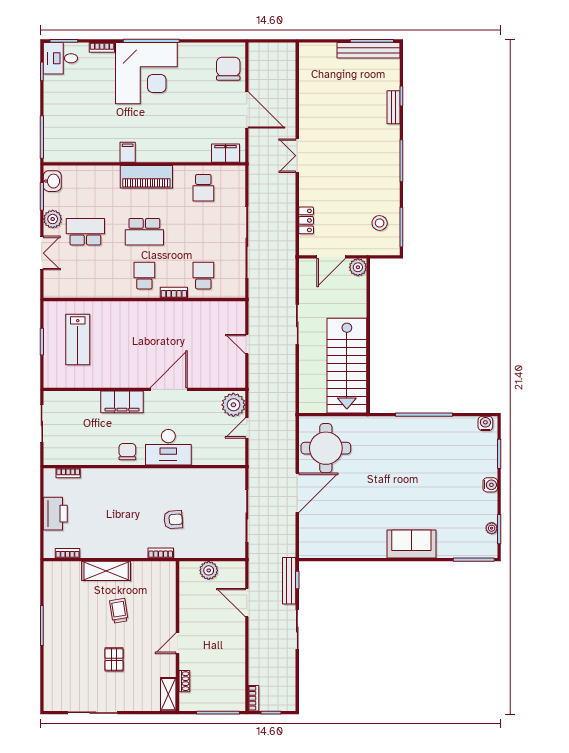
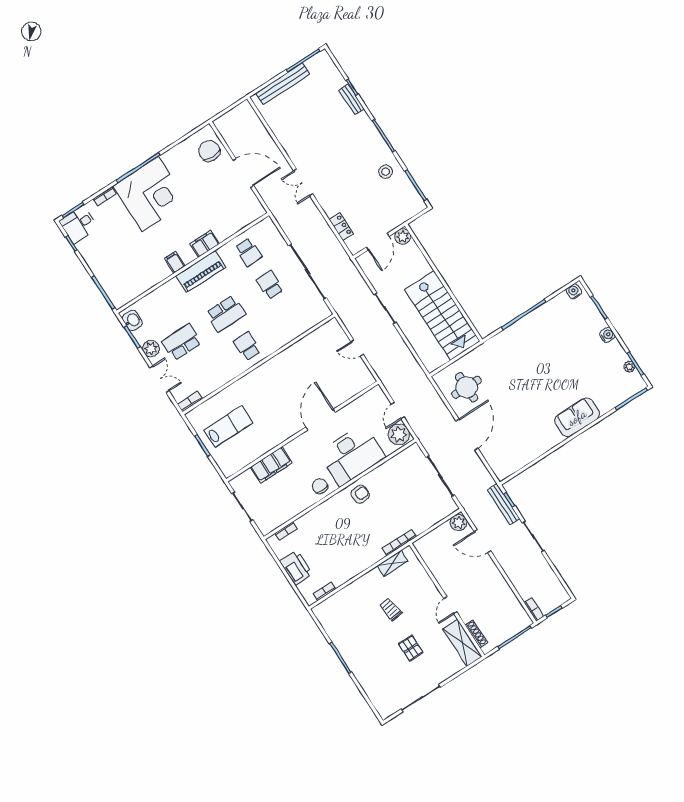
bench: (368, 50) -> (283, 84), moved
filing cabinet: (225, 153) -> (205, 244), moved
stool: (380, 223) -> (386, 172), moved
school desk: (203, 276) -> (270, 285), moved
bookcase: (174, 293) -> (190, 402), moved
lab bench: (78, 339) -> (228, 426), turned -90
filing cabinet: (122, 402) -> (271, 465), moved
plant: (233, 405) -> (399, 434), moved
desk: (168, 447) -> (352, 455), width x1.36, depth x1.30
round table: (326, 448) -> (467, 387), width x0.73, depth x0.73
armchair: (173, 520) -> (360, 494), moved
bookcase: (161, 553) -> (399, 542), width x1.56
plant: (209, 570) -> (459, 522), moved
shelving: (106, 571) -> (392, 563), moved, width x0.67, depth x0.75
shoe rack: (184, 681) -> (476, 634), width x1.43
shelving: (168, 694) -> (462, 643), width x1.50, depth x1.33

